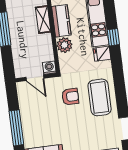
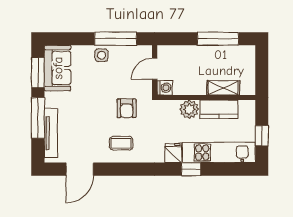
coffee table: (100, 97) -> (121, 143), width x0.54, depth x0.58
side table: (29, 123) -> (101, 55), added
window: (16, 128) -> (116, 39), moved

